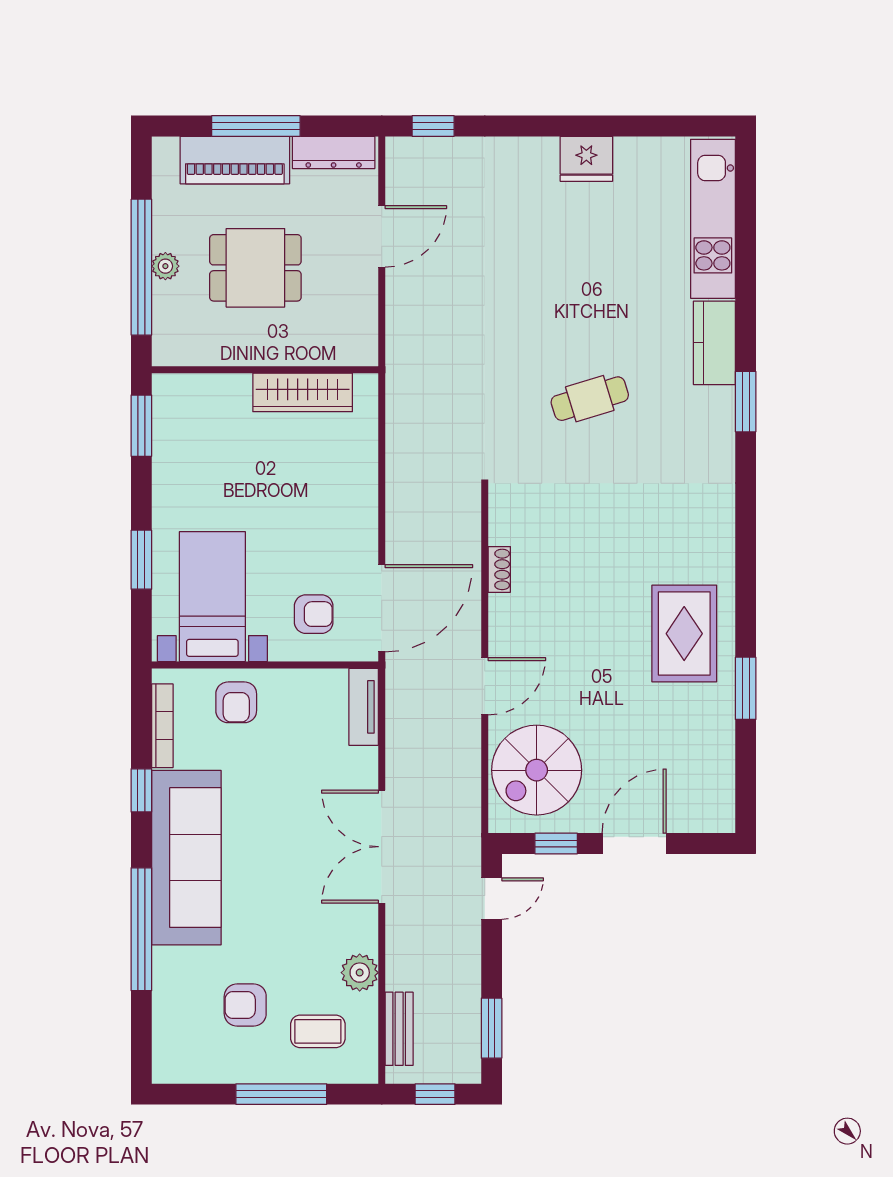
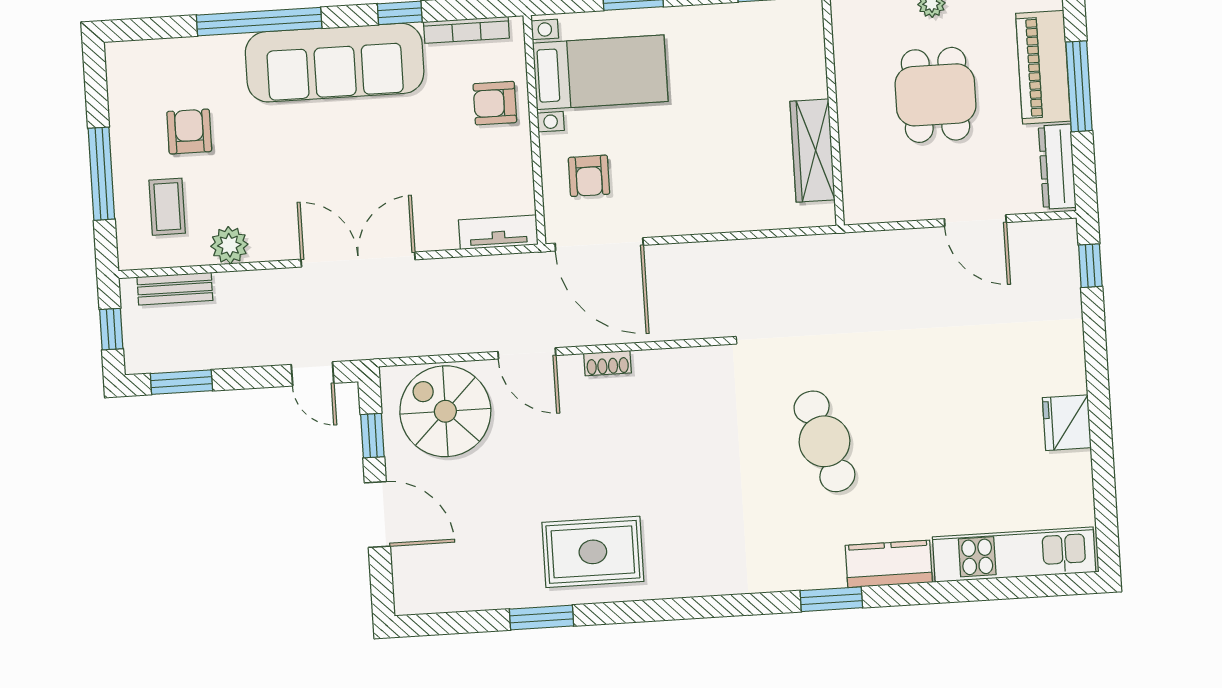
cafe table: (590, 399) -> (824, 441), width x1.37, depth x1.35
shoe rack: (499, 569) -> (608, 363), moved

